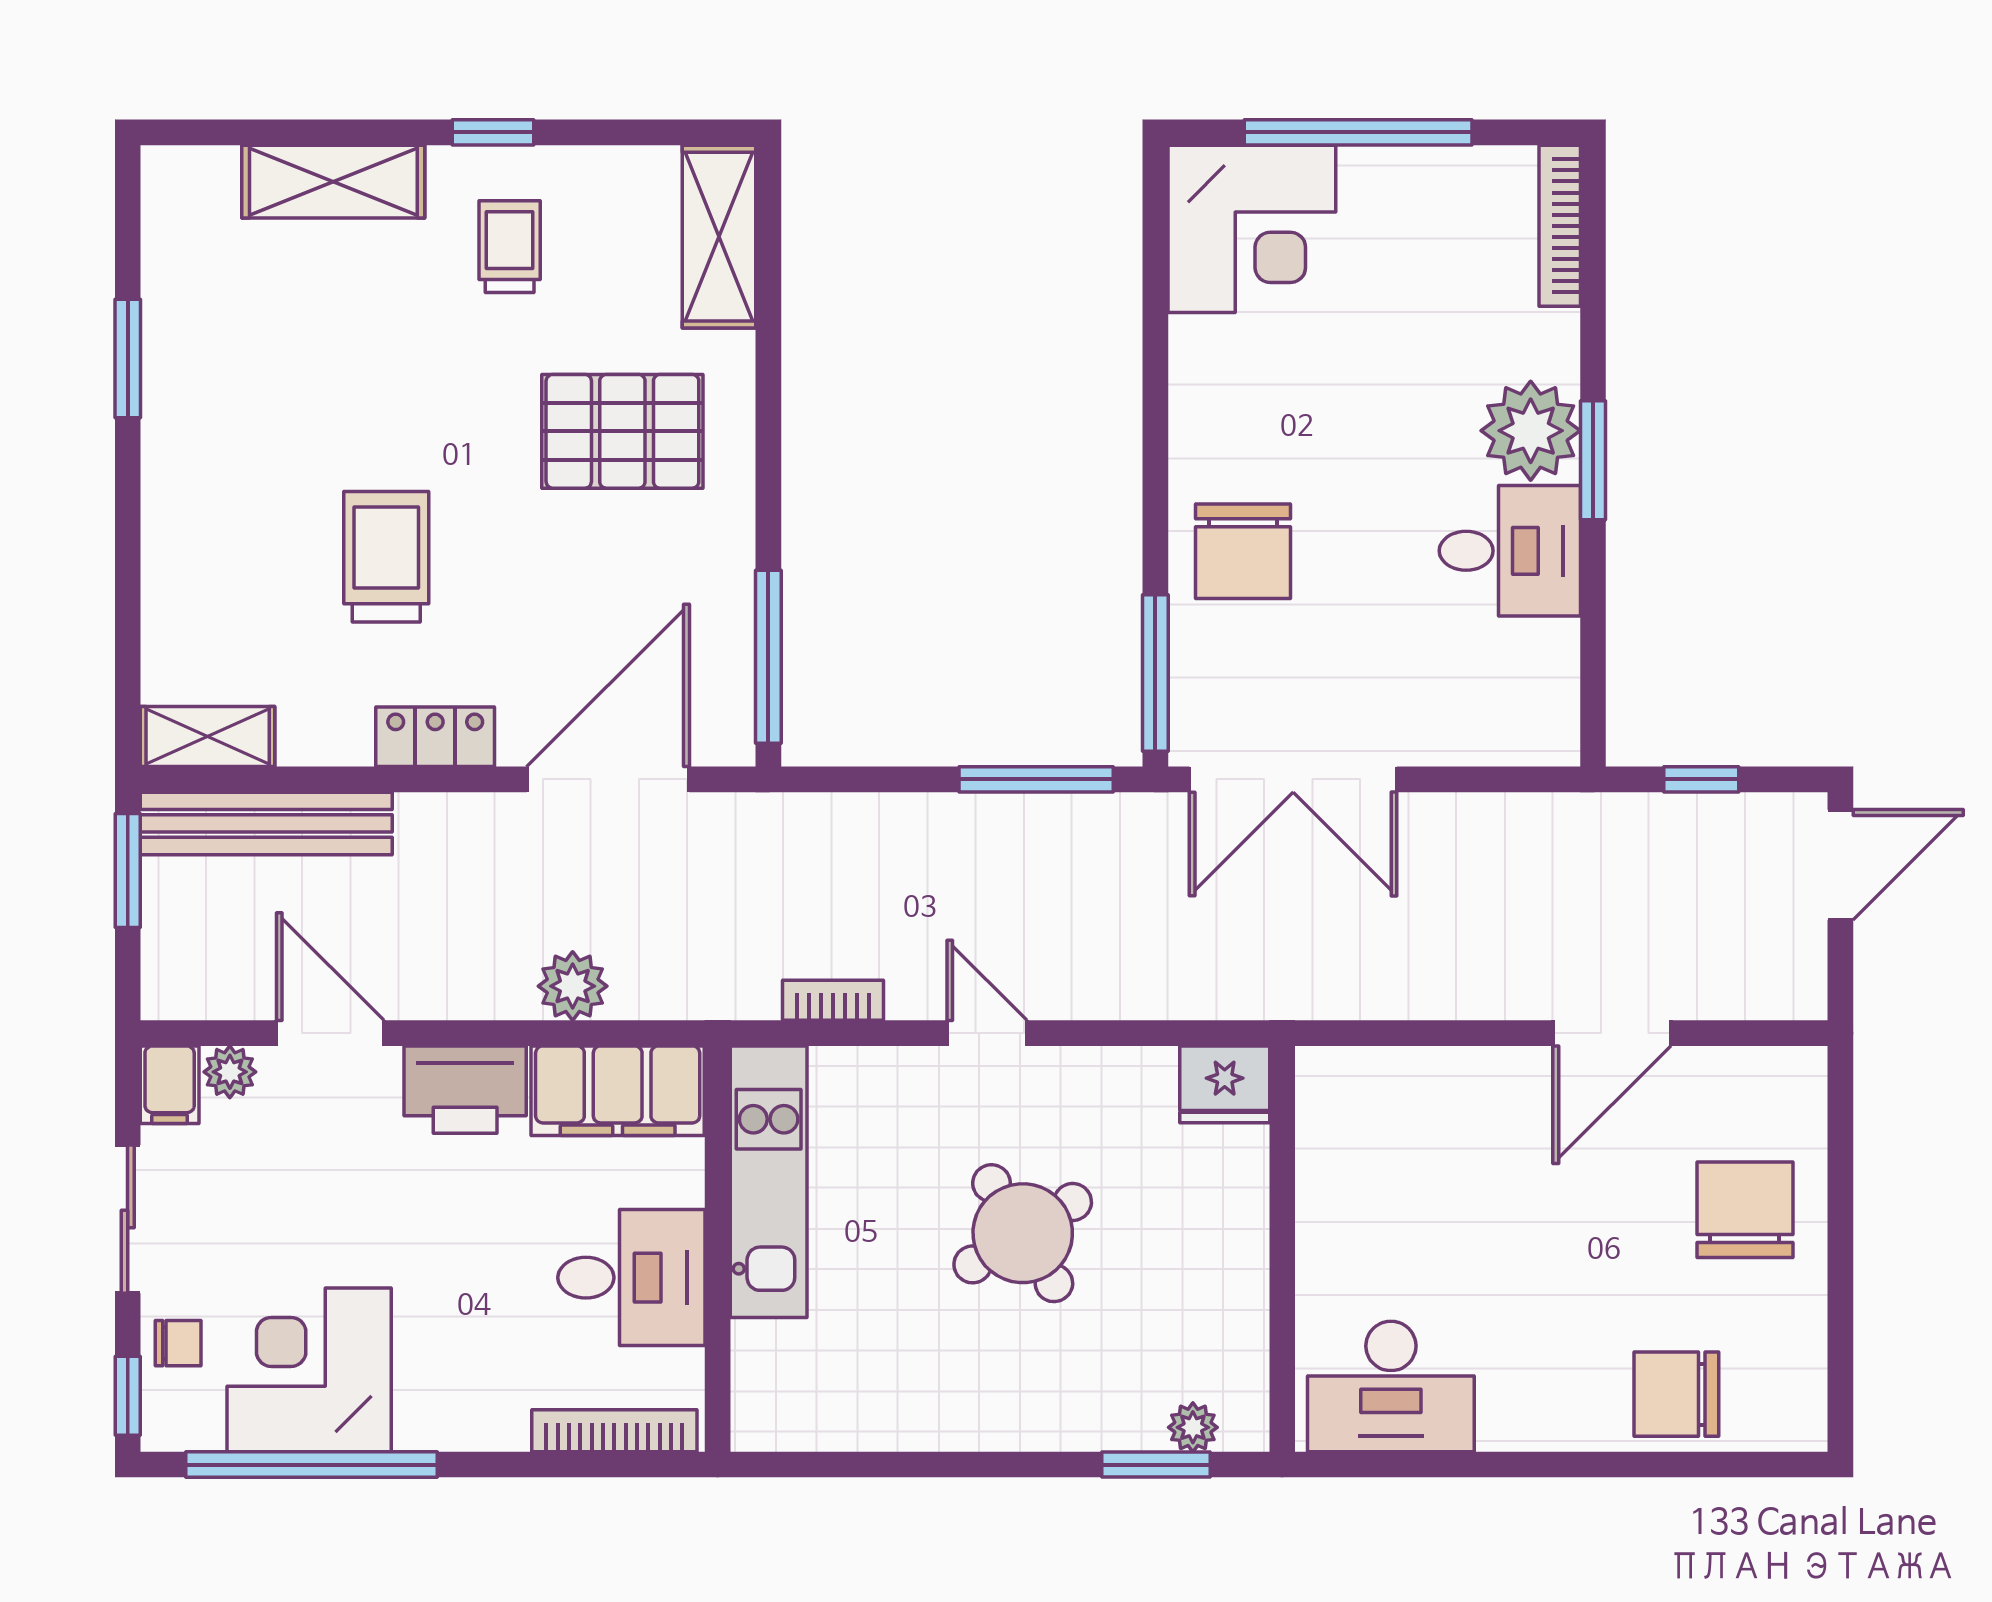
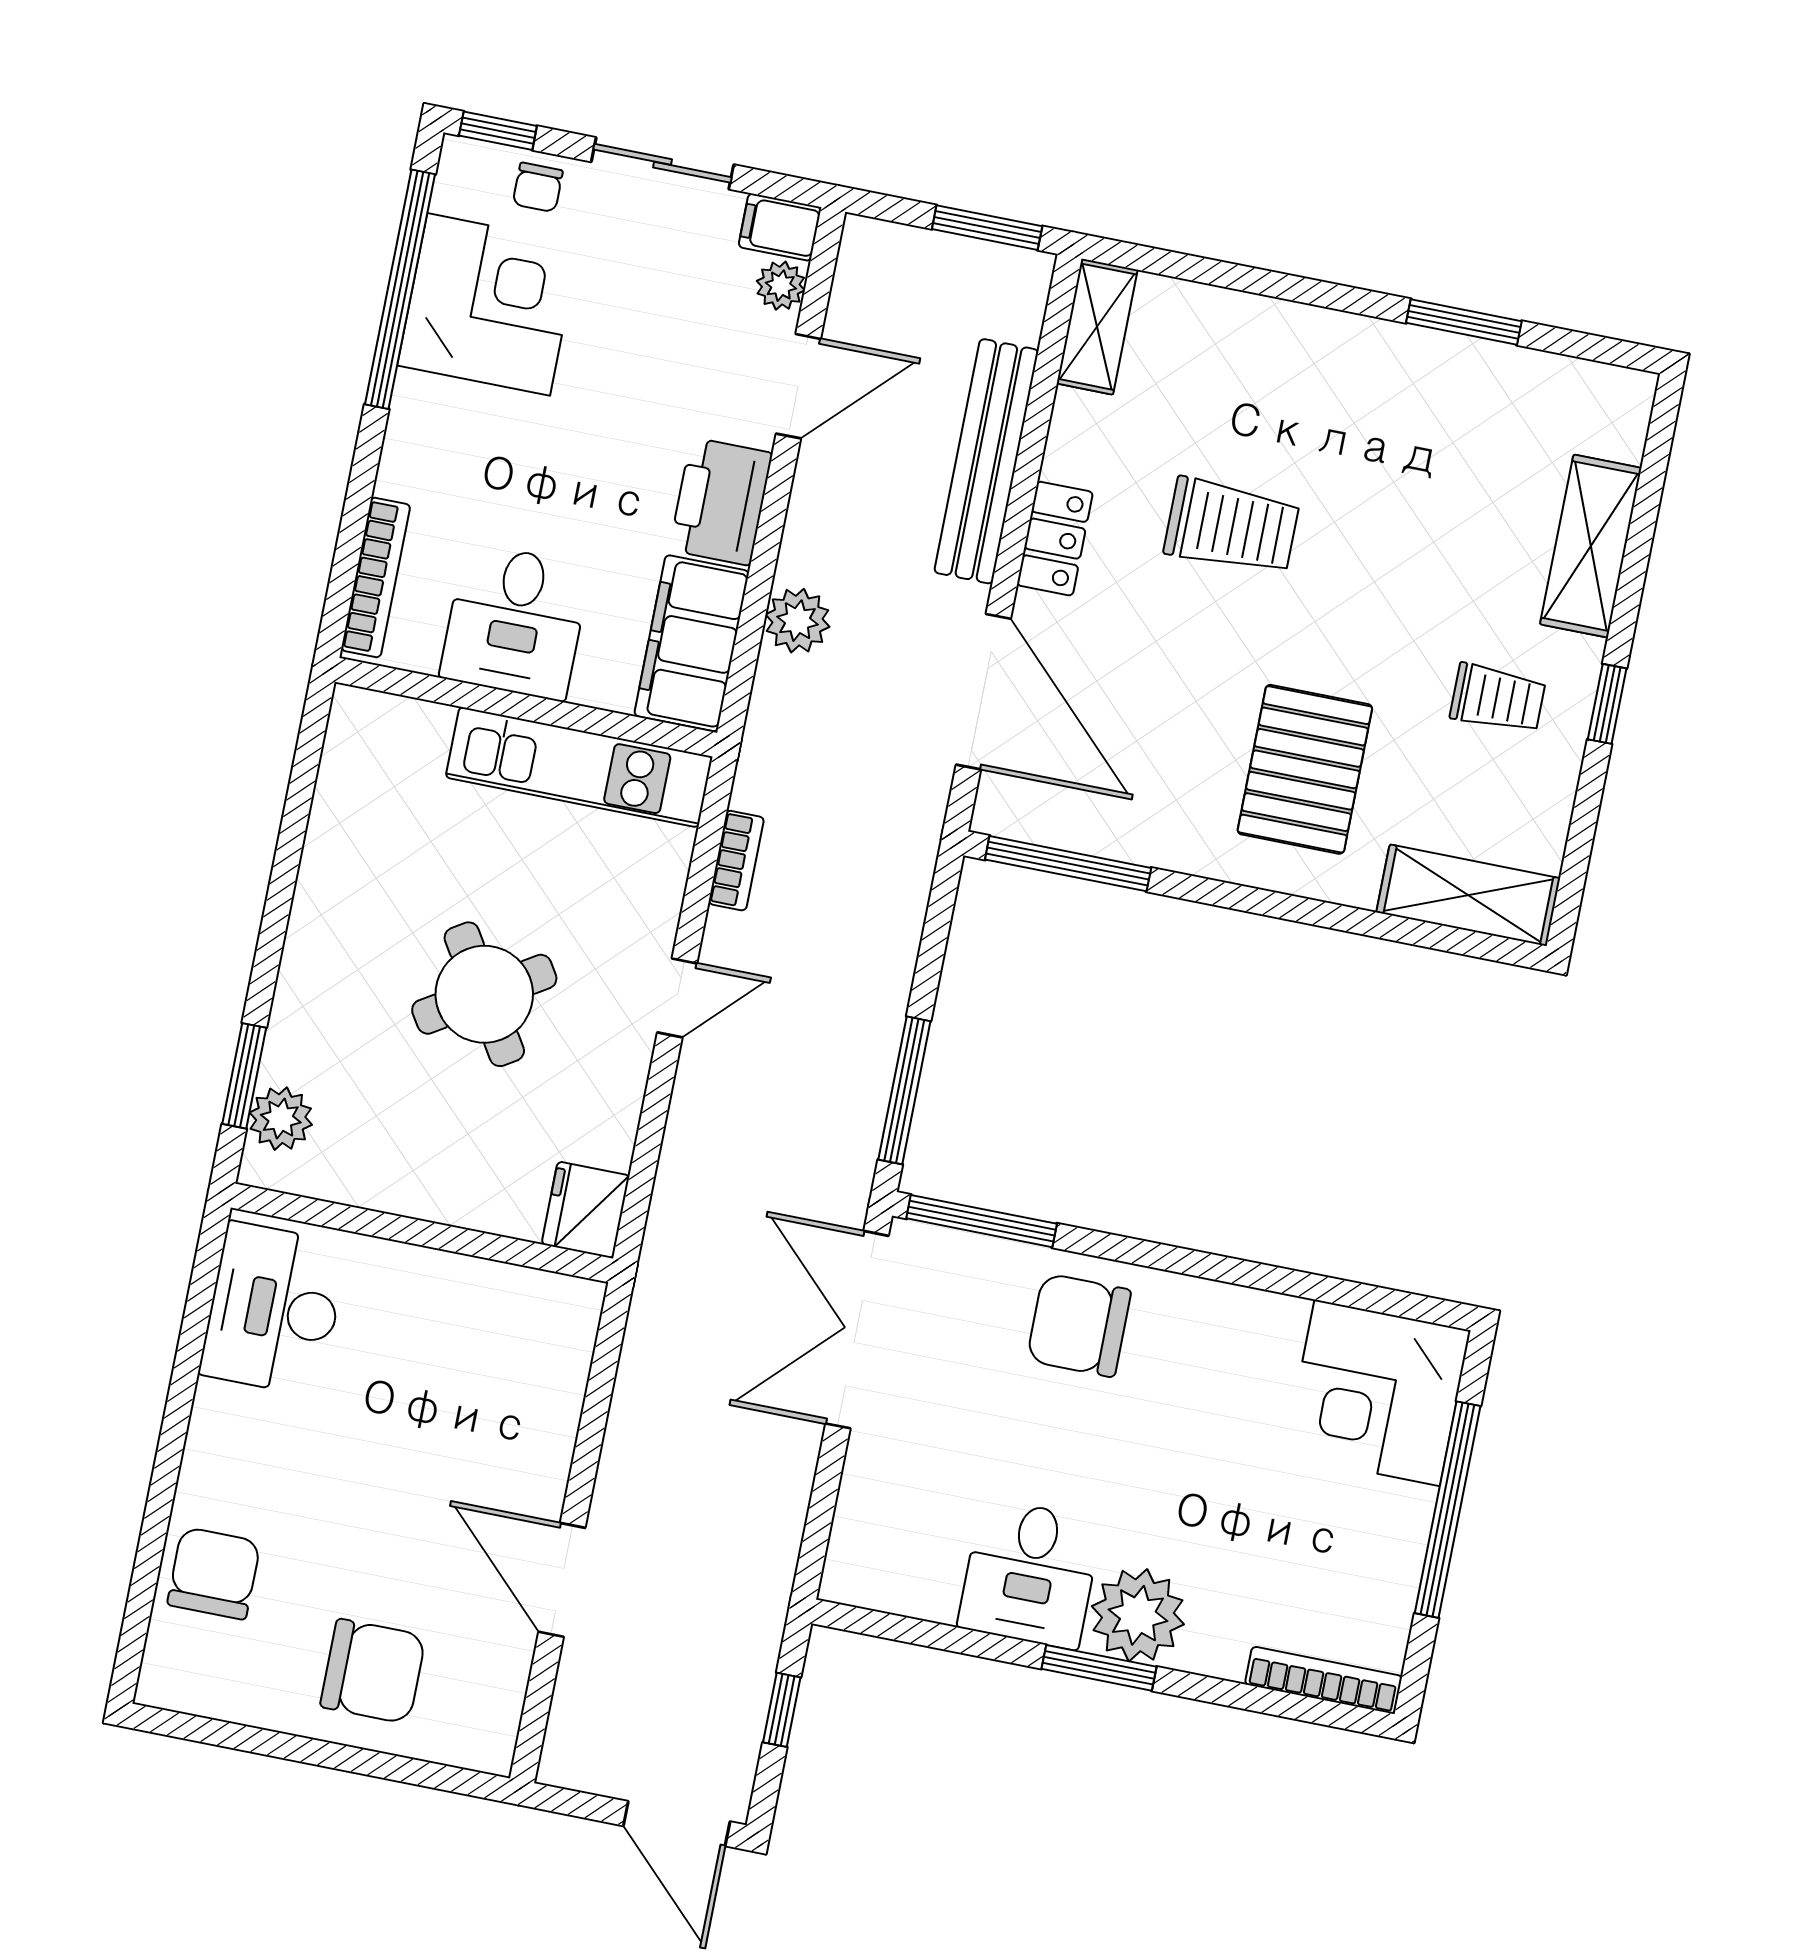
bench: (266, 823) -> (986, 461), moved
plant: (1193, 1427) -> (281, 1119), width x1.38, depth x1.38

